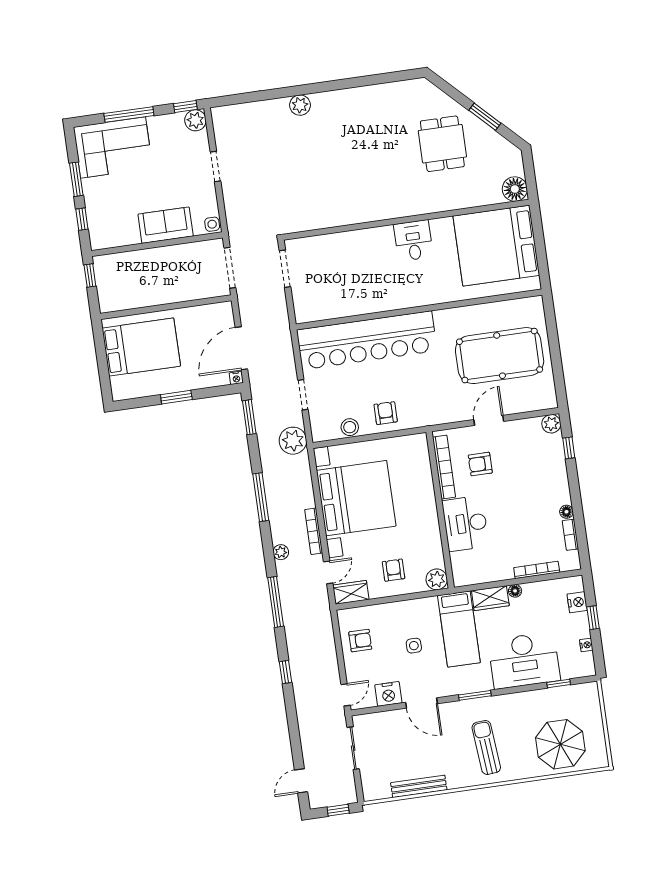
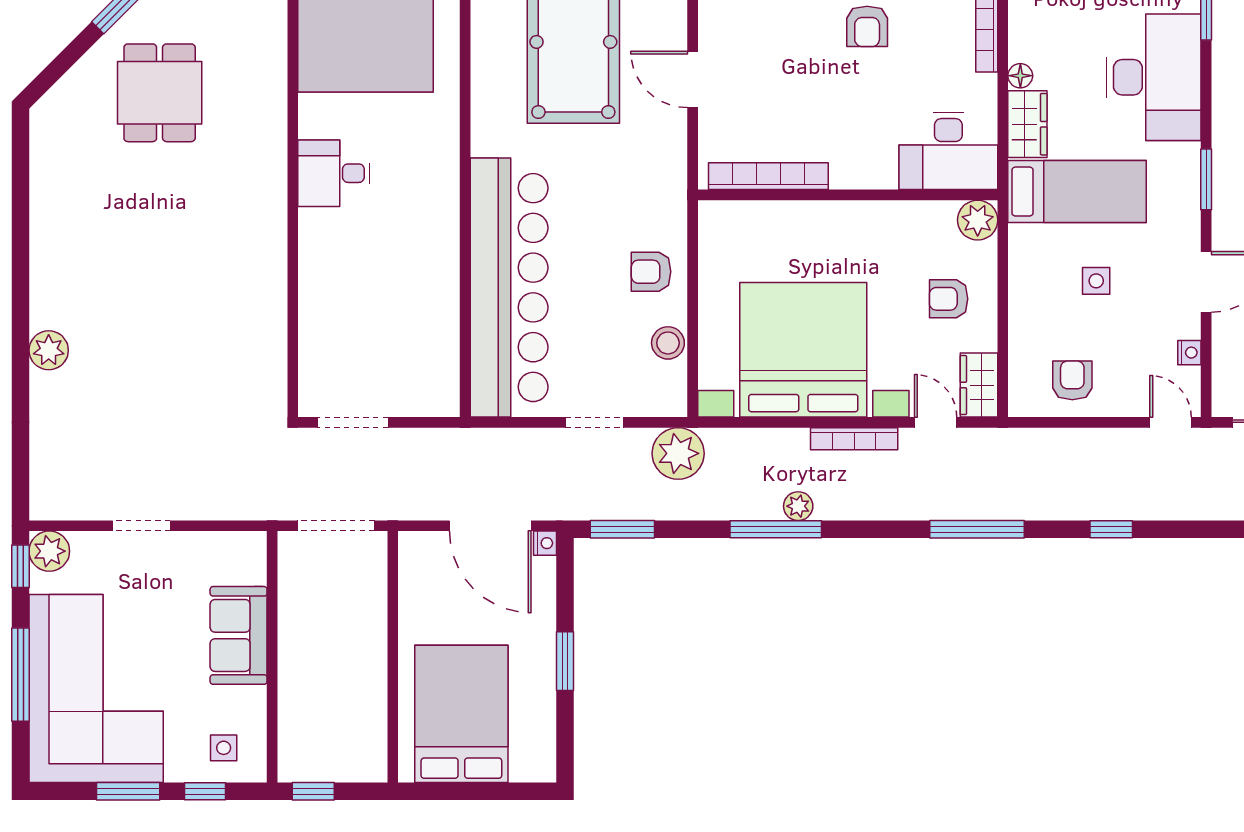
dining table: (442, 144) -> (160, 93), turned 90
corner sofa: (113, 148) -> (96, 689), width x1.36, depth x1.36
side table: (212, 224) -> (224, 748), moved
armchair: (480, 464) -> (867, 26), moved
desk: (465, 523) -> (948, 151), moved
plant: (281, 552) -> (798, 506), moved
nightstand: (388, 694) -> (1189, 353), width x0.53, depth x0.56

